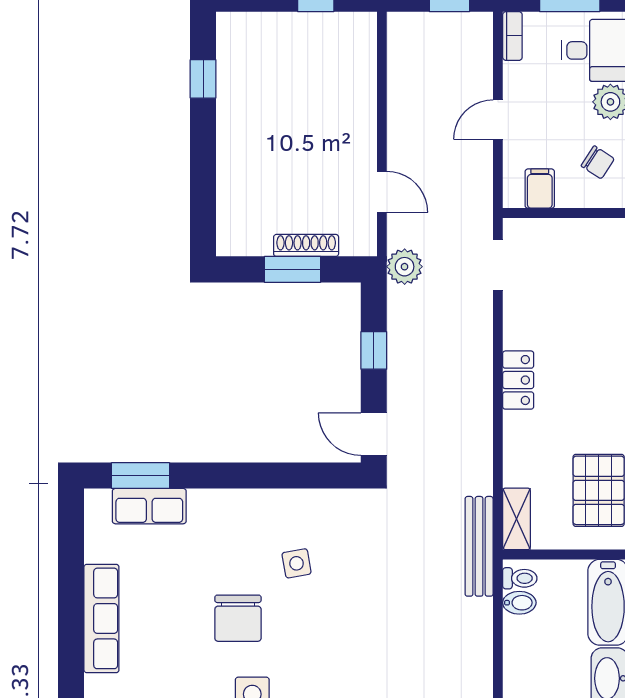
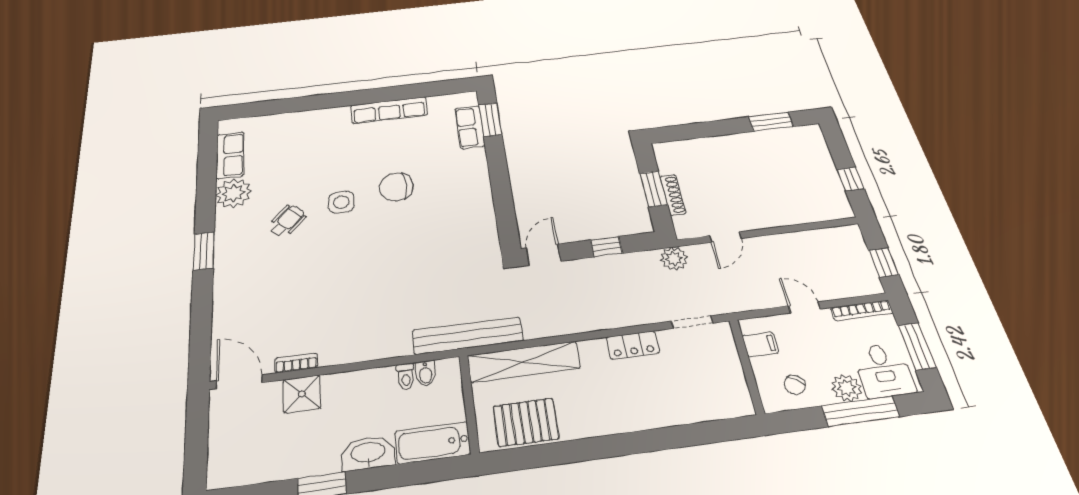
bookcase: (512, 36) -> (862, 310), width x1.56
window: (203, 79) -> (771, 122), width x1.50
locker: (518, 380) -> (633, 345), moved
shelving: (517, 519) -> (524, 362), width x2.20, depth x1.33
bench: (479, 546) -> (467, 336), width x1.37, depth x1.21
side table: (297, 563) -> (440, 218), removed
toilet: (520, 578) -> (406, 376), moved

